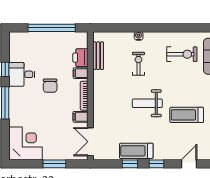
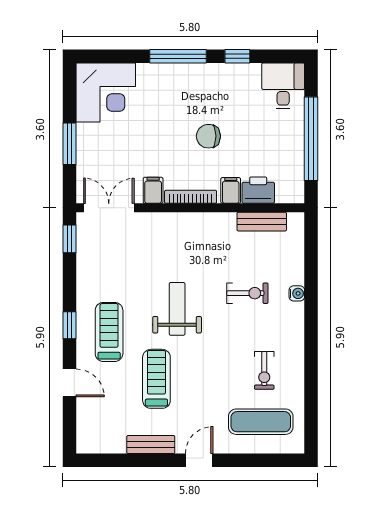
exercise bike: (182, 54) -> (264, 370), width x0.73, depth x0.72
desk: (22, 74) -> (283, 86), moved
treadmill: (136, 151) -> (109, 332), moved
window: (130, 164) -> (70, 239), moved

